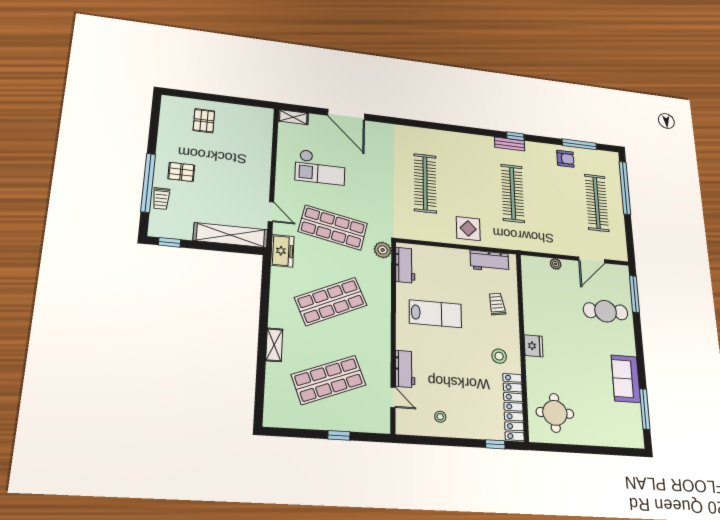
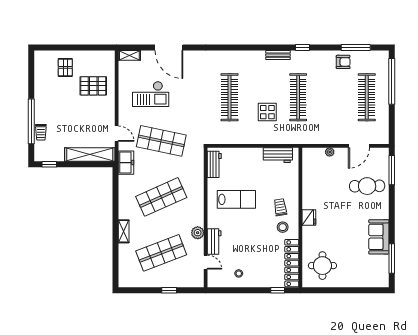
bench: (510, 144) -> (278, 55), moved
pallet: (181, 172) -> (93, 86), moved, width x1.50, depth x1.42
display table: (468, 229) -> (267, 112), moved
plant: (383, 250) -> (198, 233), moved
trolley: (497, 304) -> (280, 207), moved

